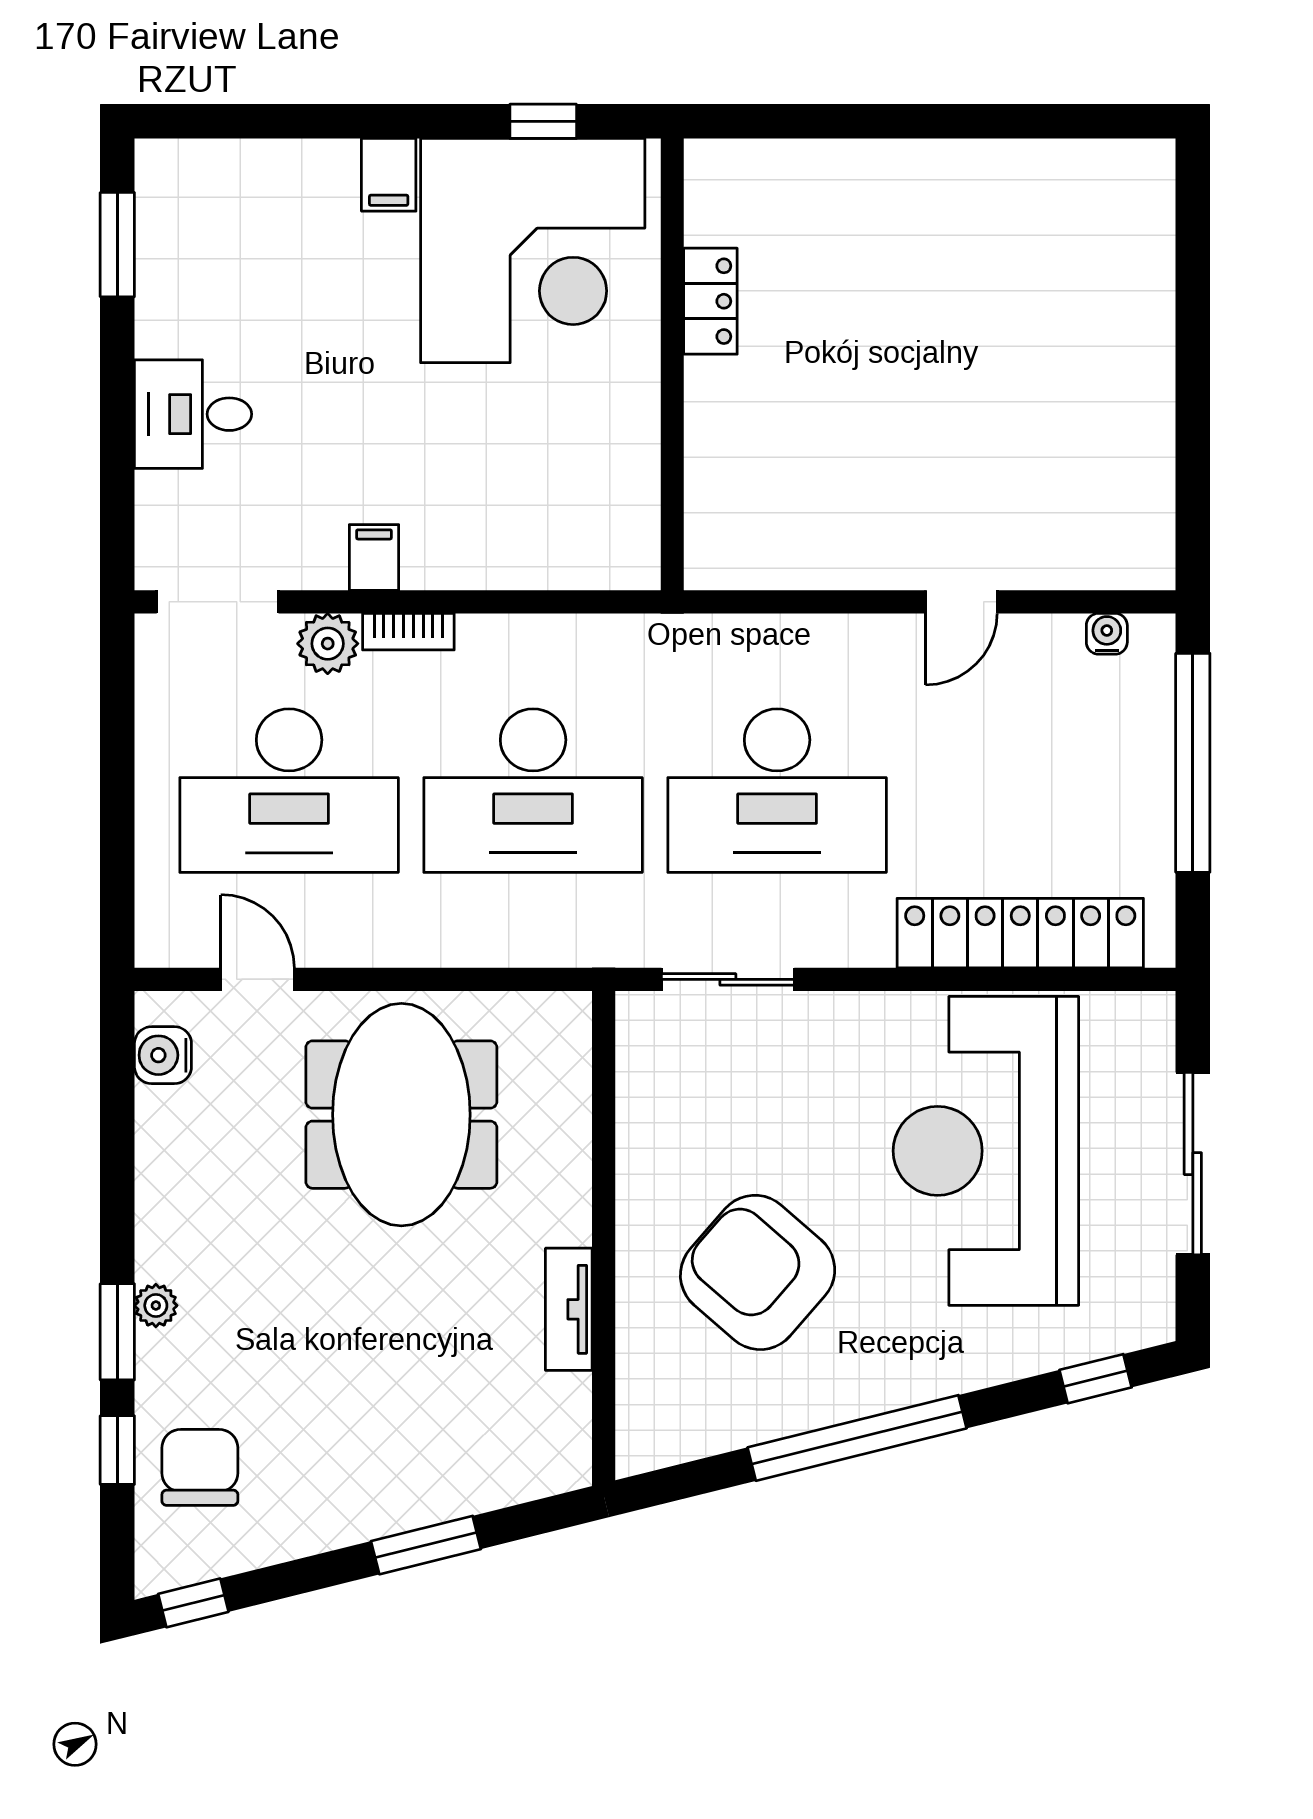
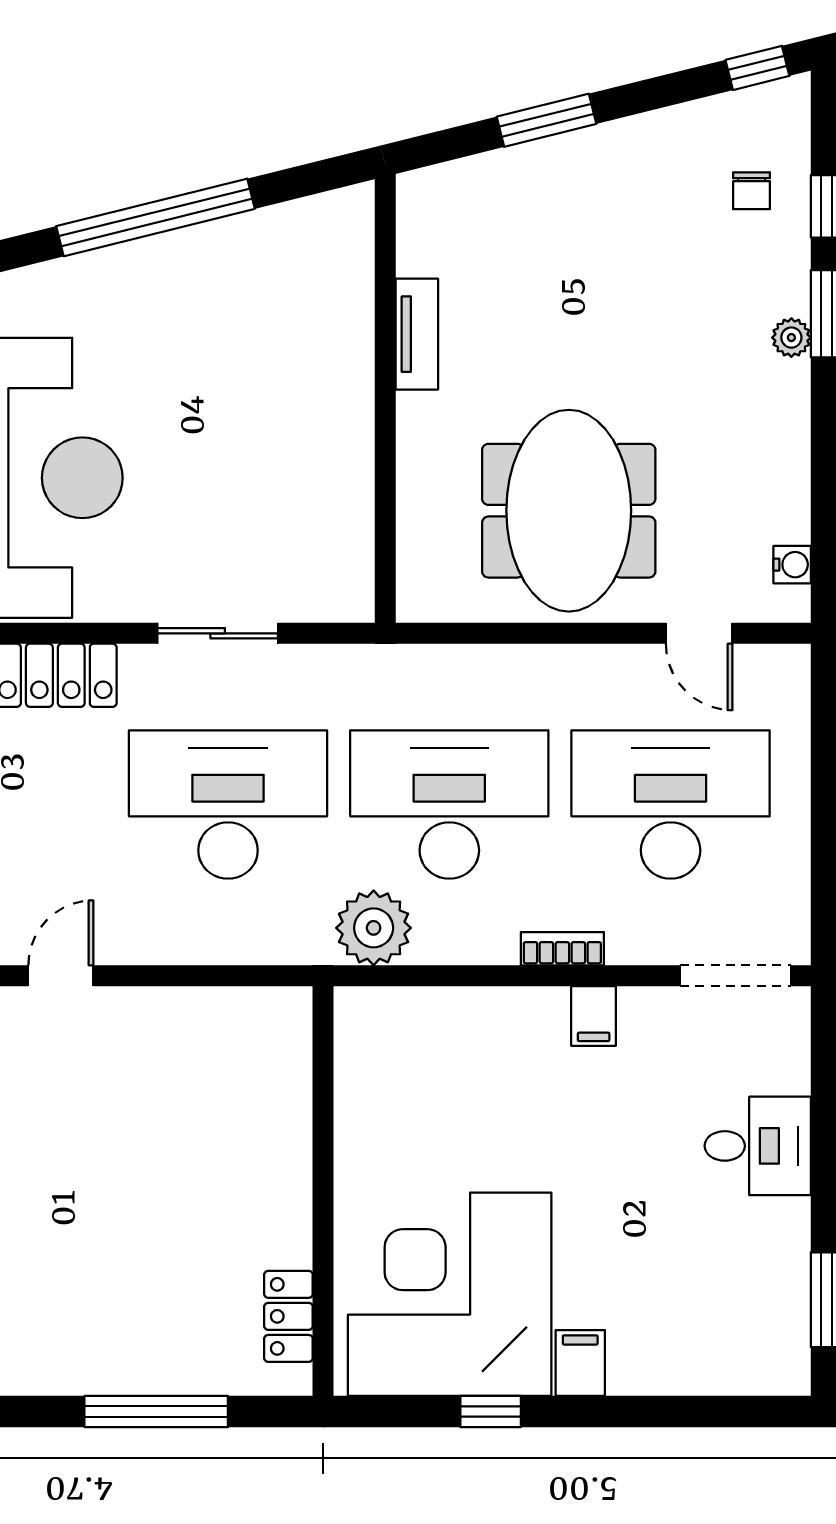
window: (543, 121) -> (491, 1412), moved
window: (856, 121) -> (156, 1412), added
locker: (710, 301) -> (288, 1316), moved
plant: (328, 644) -> (374, 928), moved, width x1.36, depth x1.36
sliding door: (728, 979) -> (218, 633), moved
water cooler: (163, 1055) -> (792, 565), width x0.72, depth x0.72
armchair: (758, 1272) -> (246, 368), removed
chair: (200, 1467) -> (751, 191), width x0.54, depth x0.54

